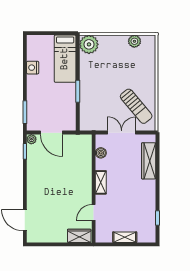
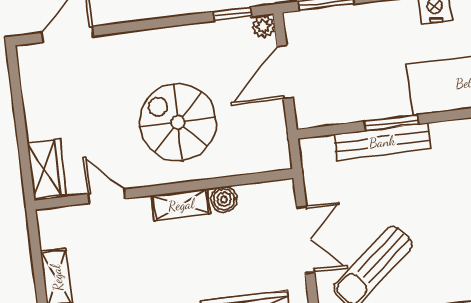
bench: (85, 96) -> (382, 142), added
boiler: (101, 153) -> (224, 199), moved
spiral stairs: (67, 179) -> (178, 122), added

